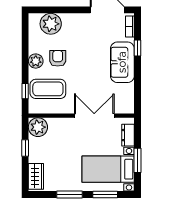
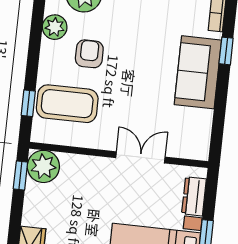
plant: (36, 61) -> (55, 27), moved
double door: (94, 116) -> (140, 157), width x0.73
window: (25, 148) -> (20, 175), moved

